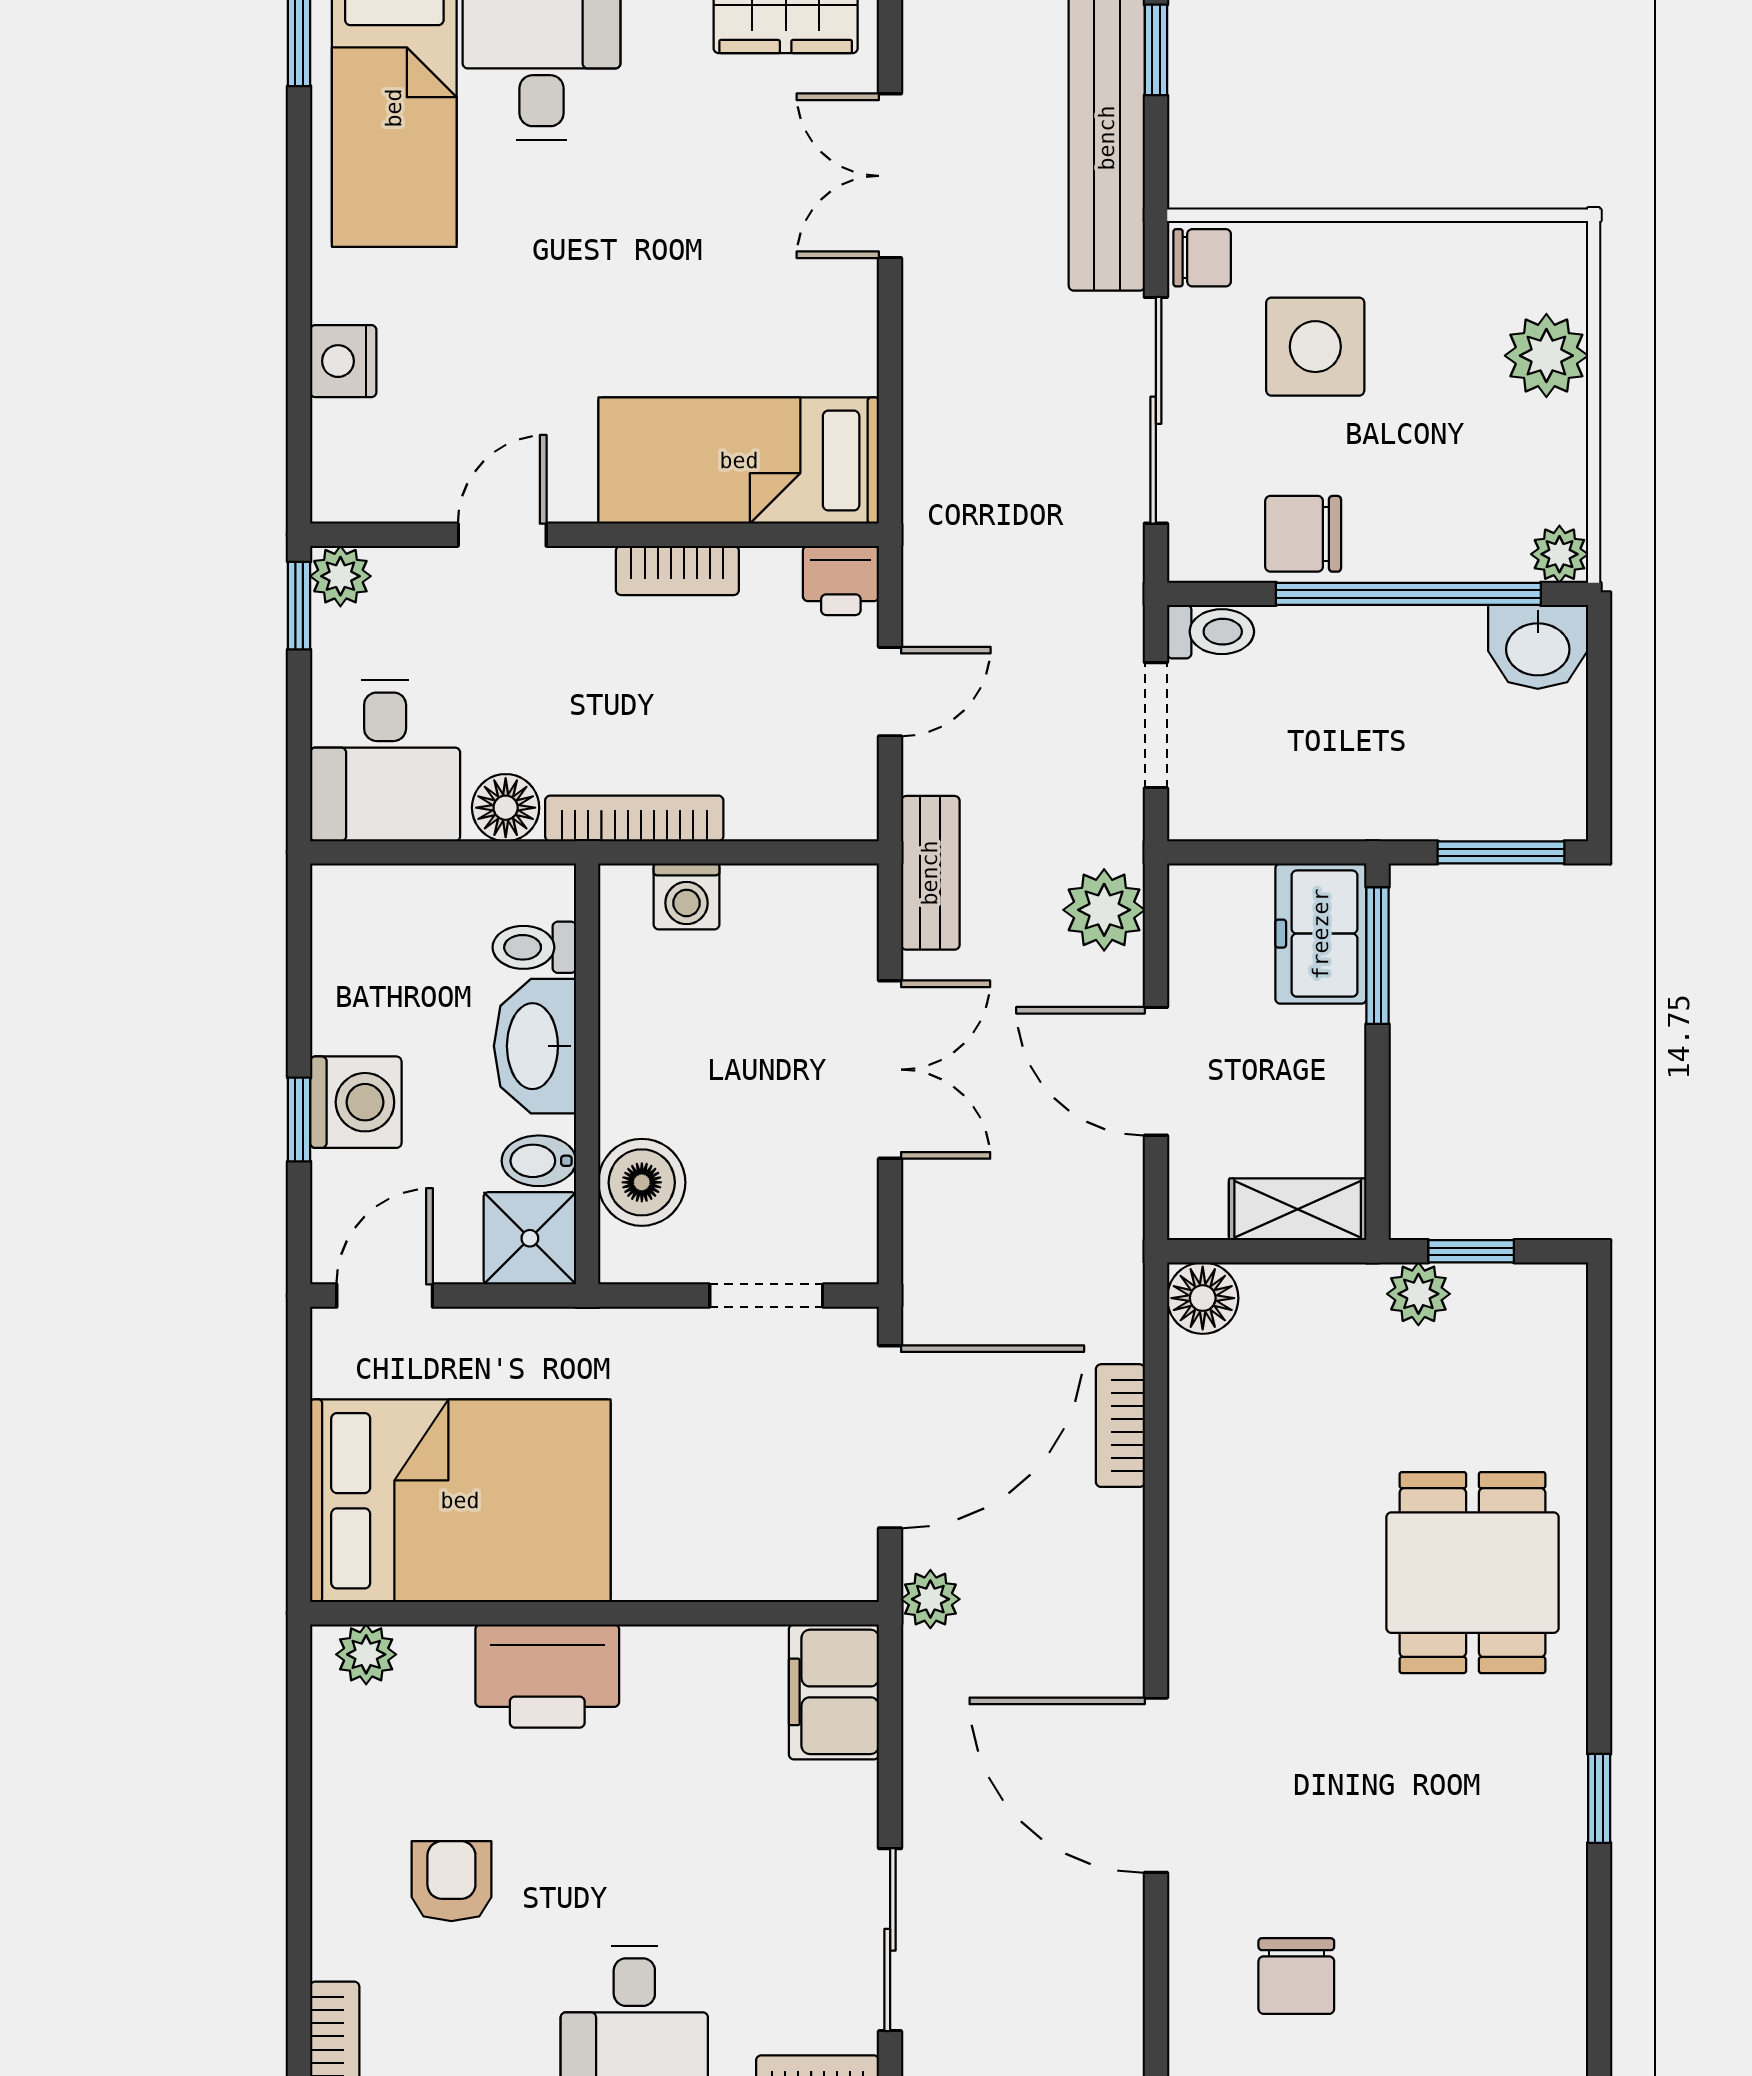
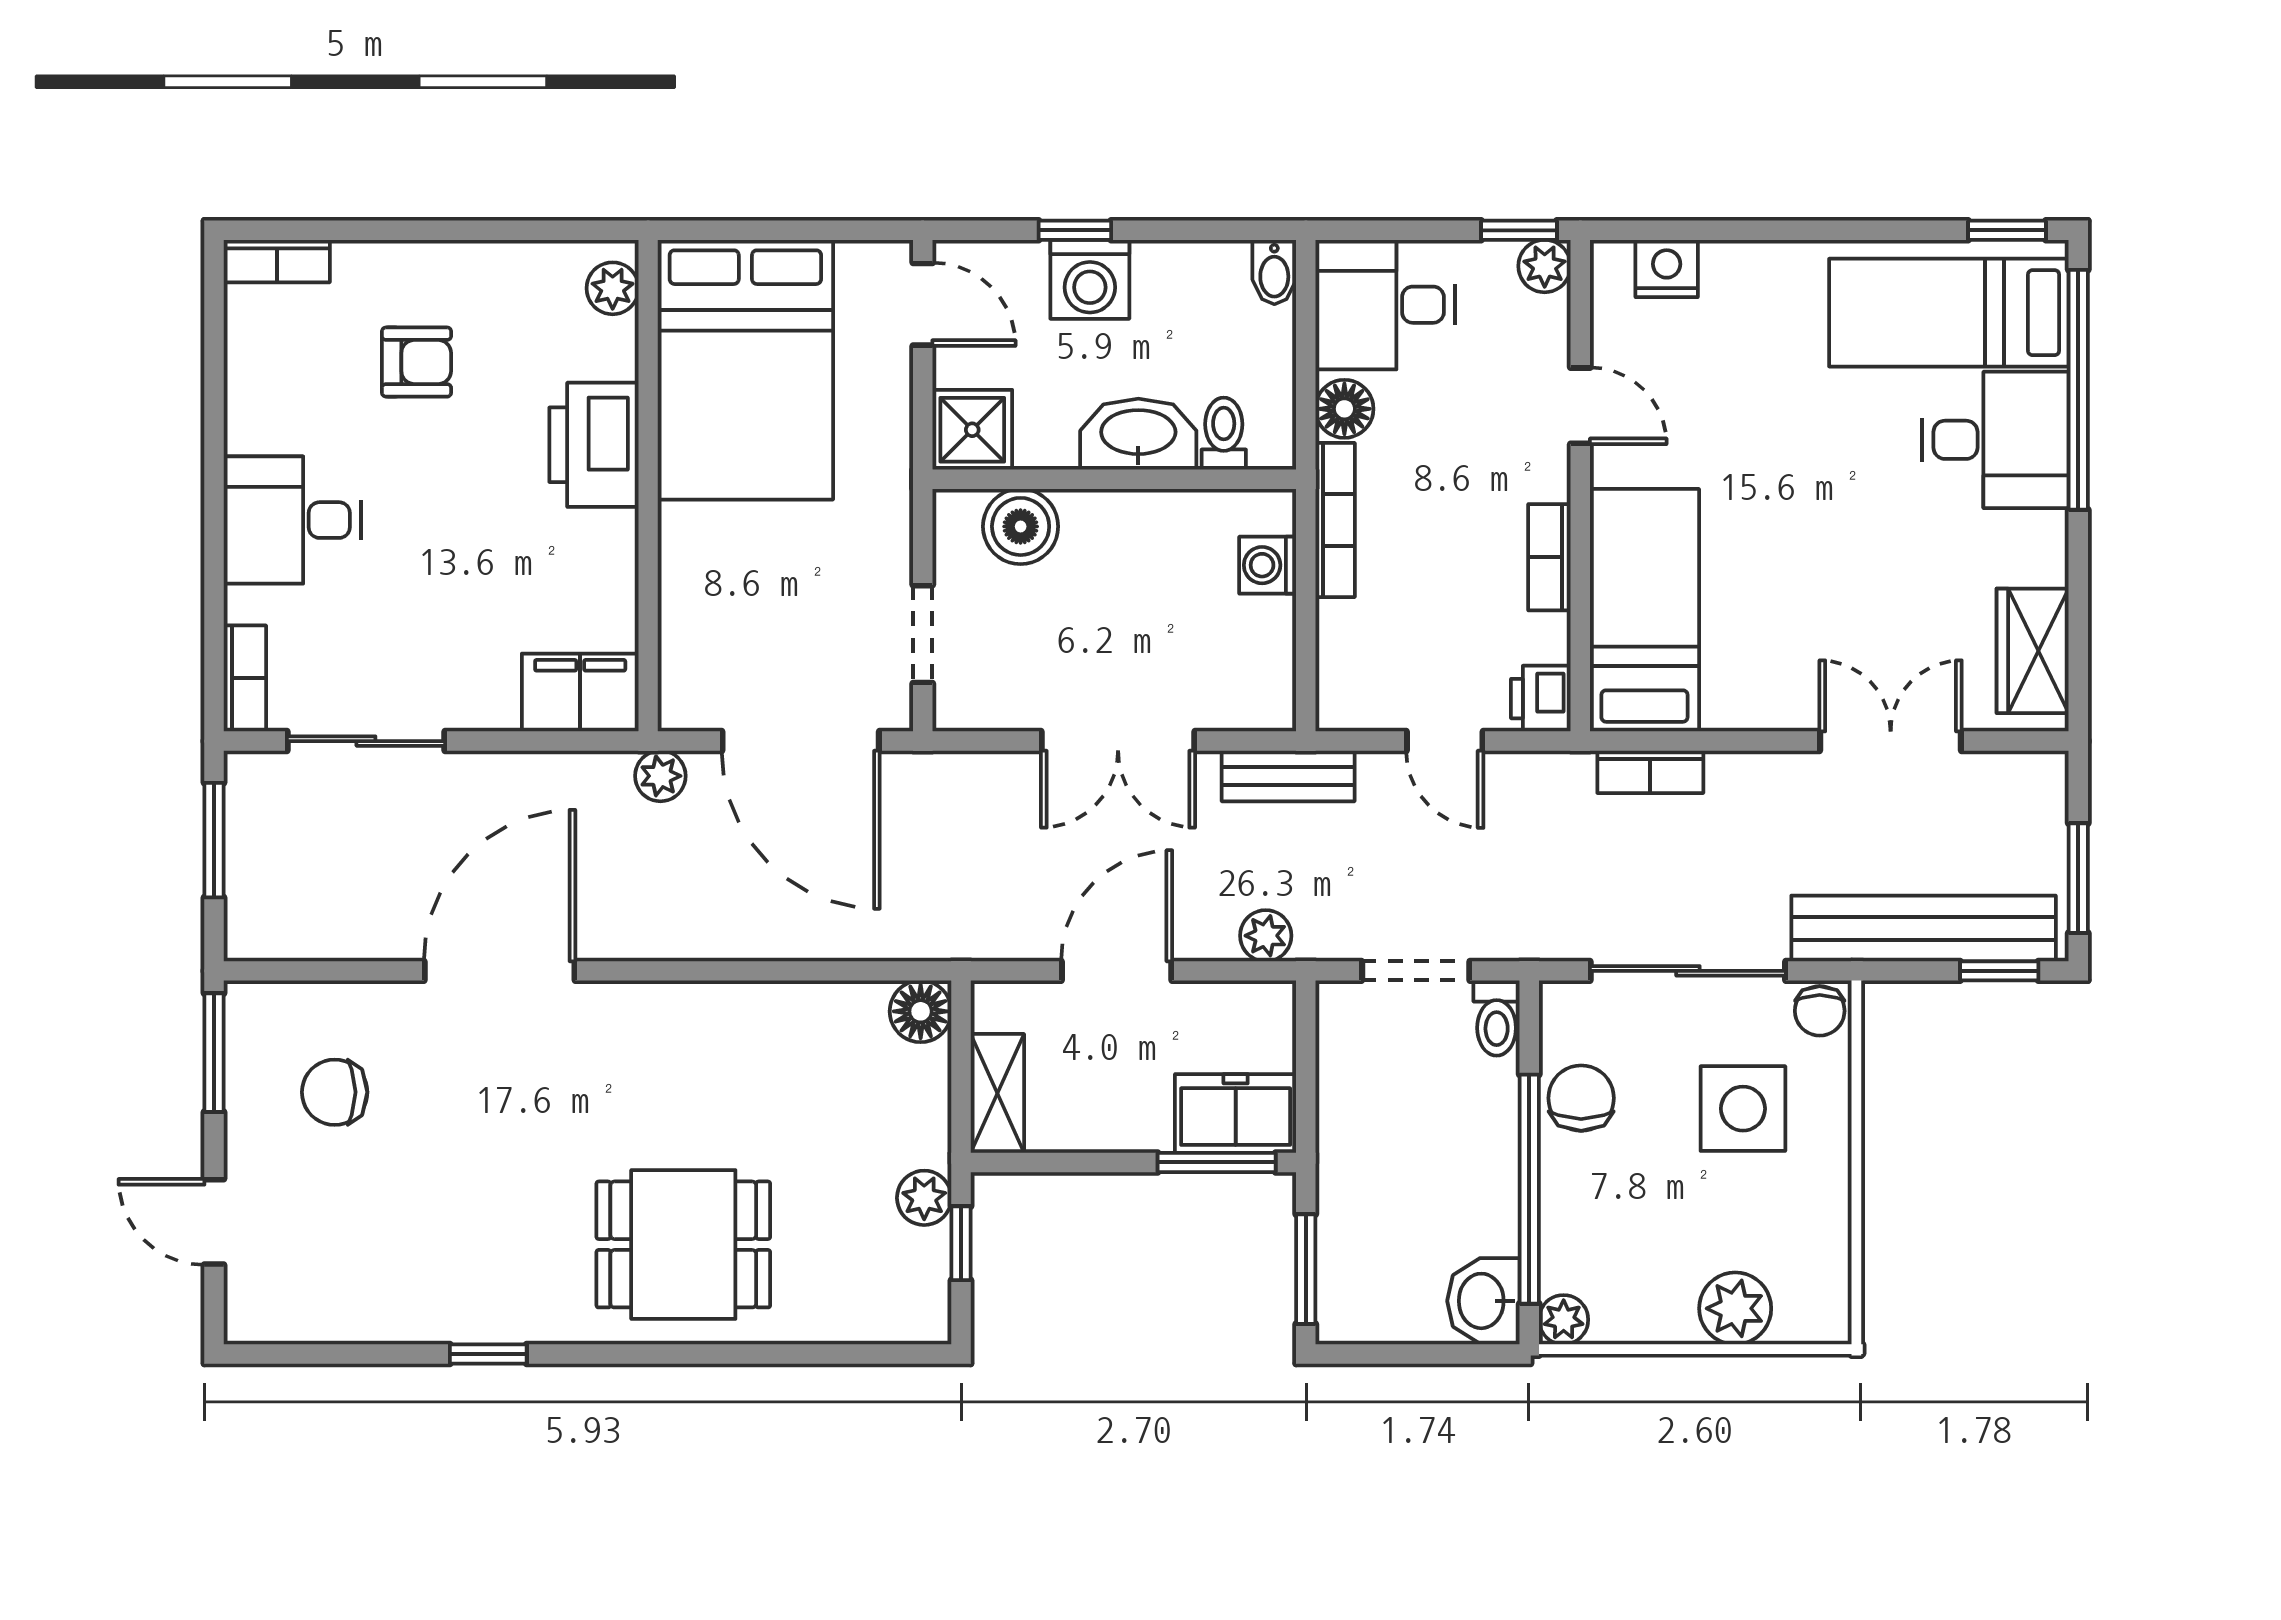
nightstand: (343, 361) -> (1667, 269), moved
plant: (1104, 910) -> (1266, 936), width x0.73, depth x0.73
bidet: (539, 1161) -> (1274, 272), moved, turned 180
bookcase: (1120, 1426) -> (1650, 772), moved, turned 180

